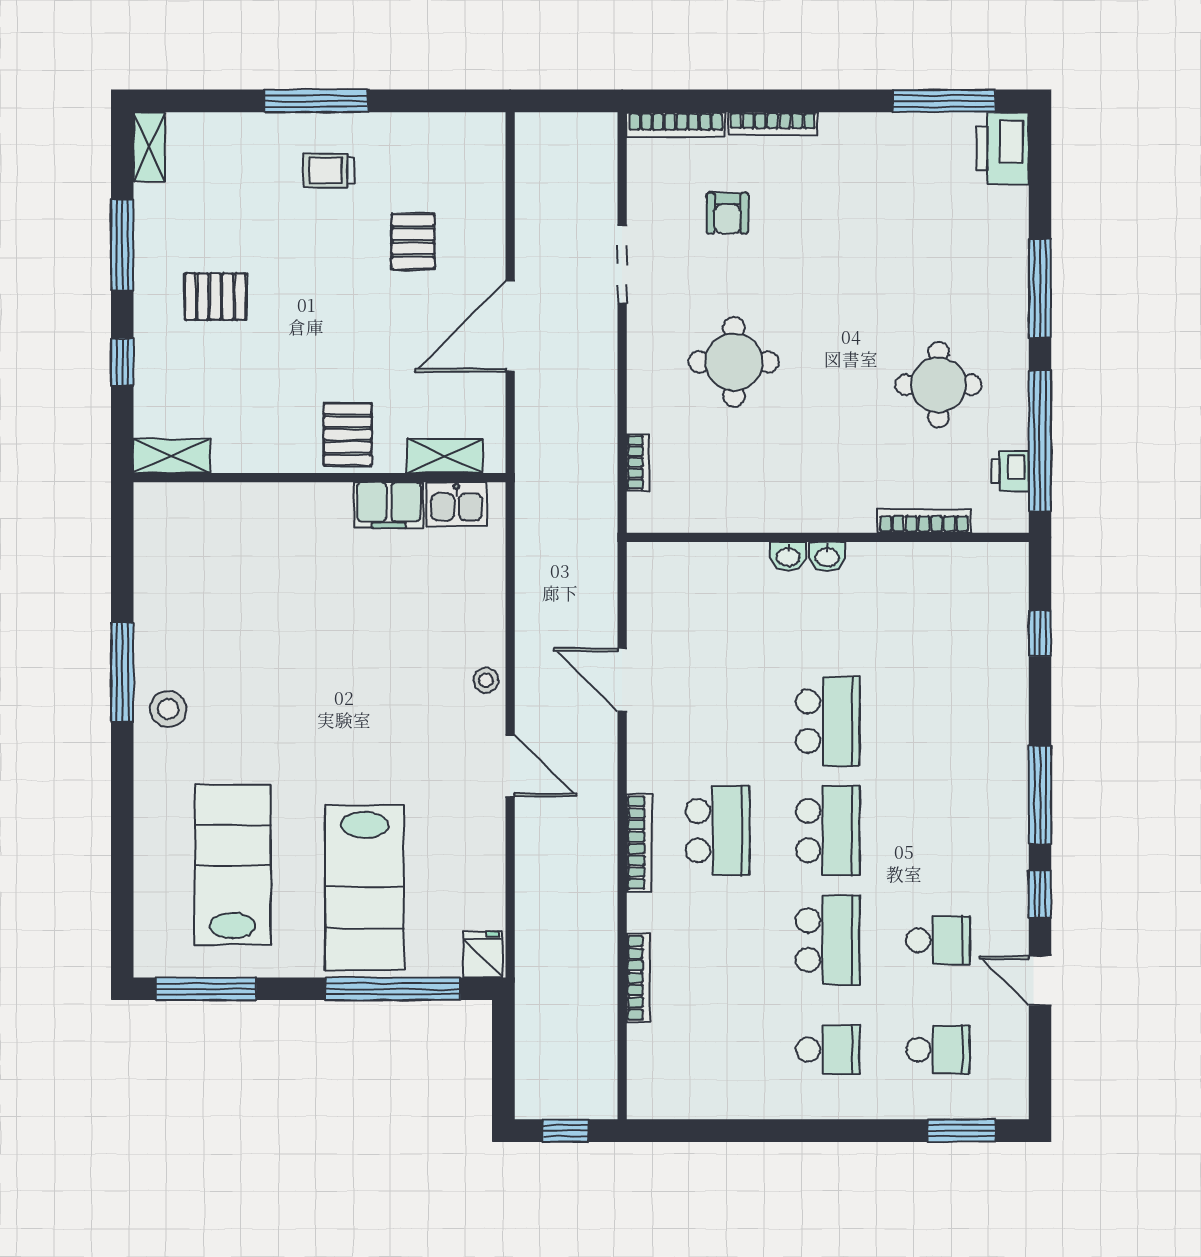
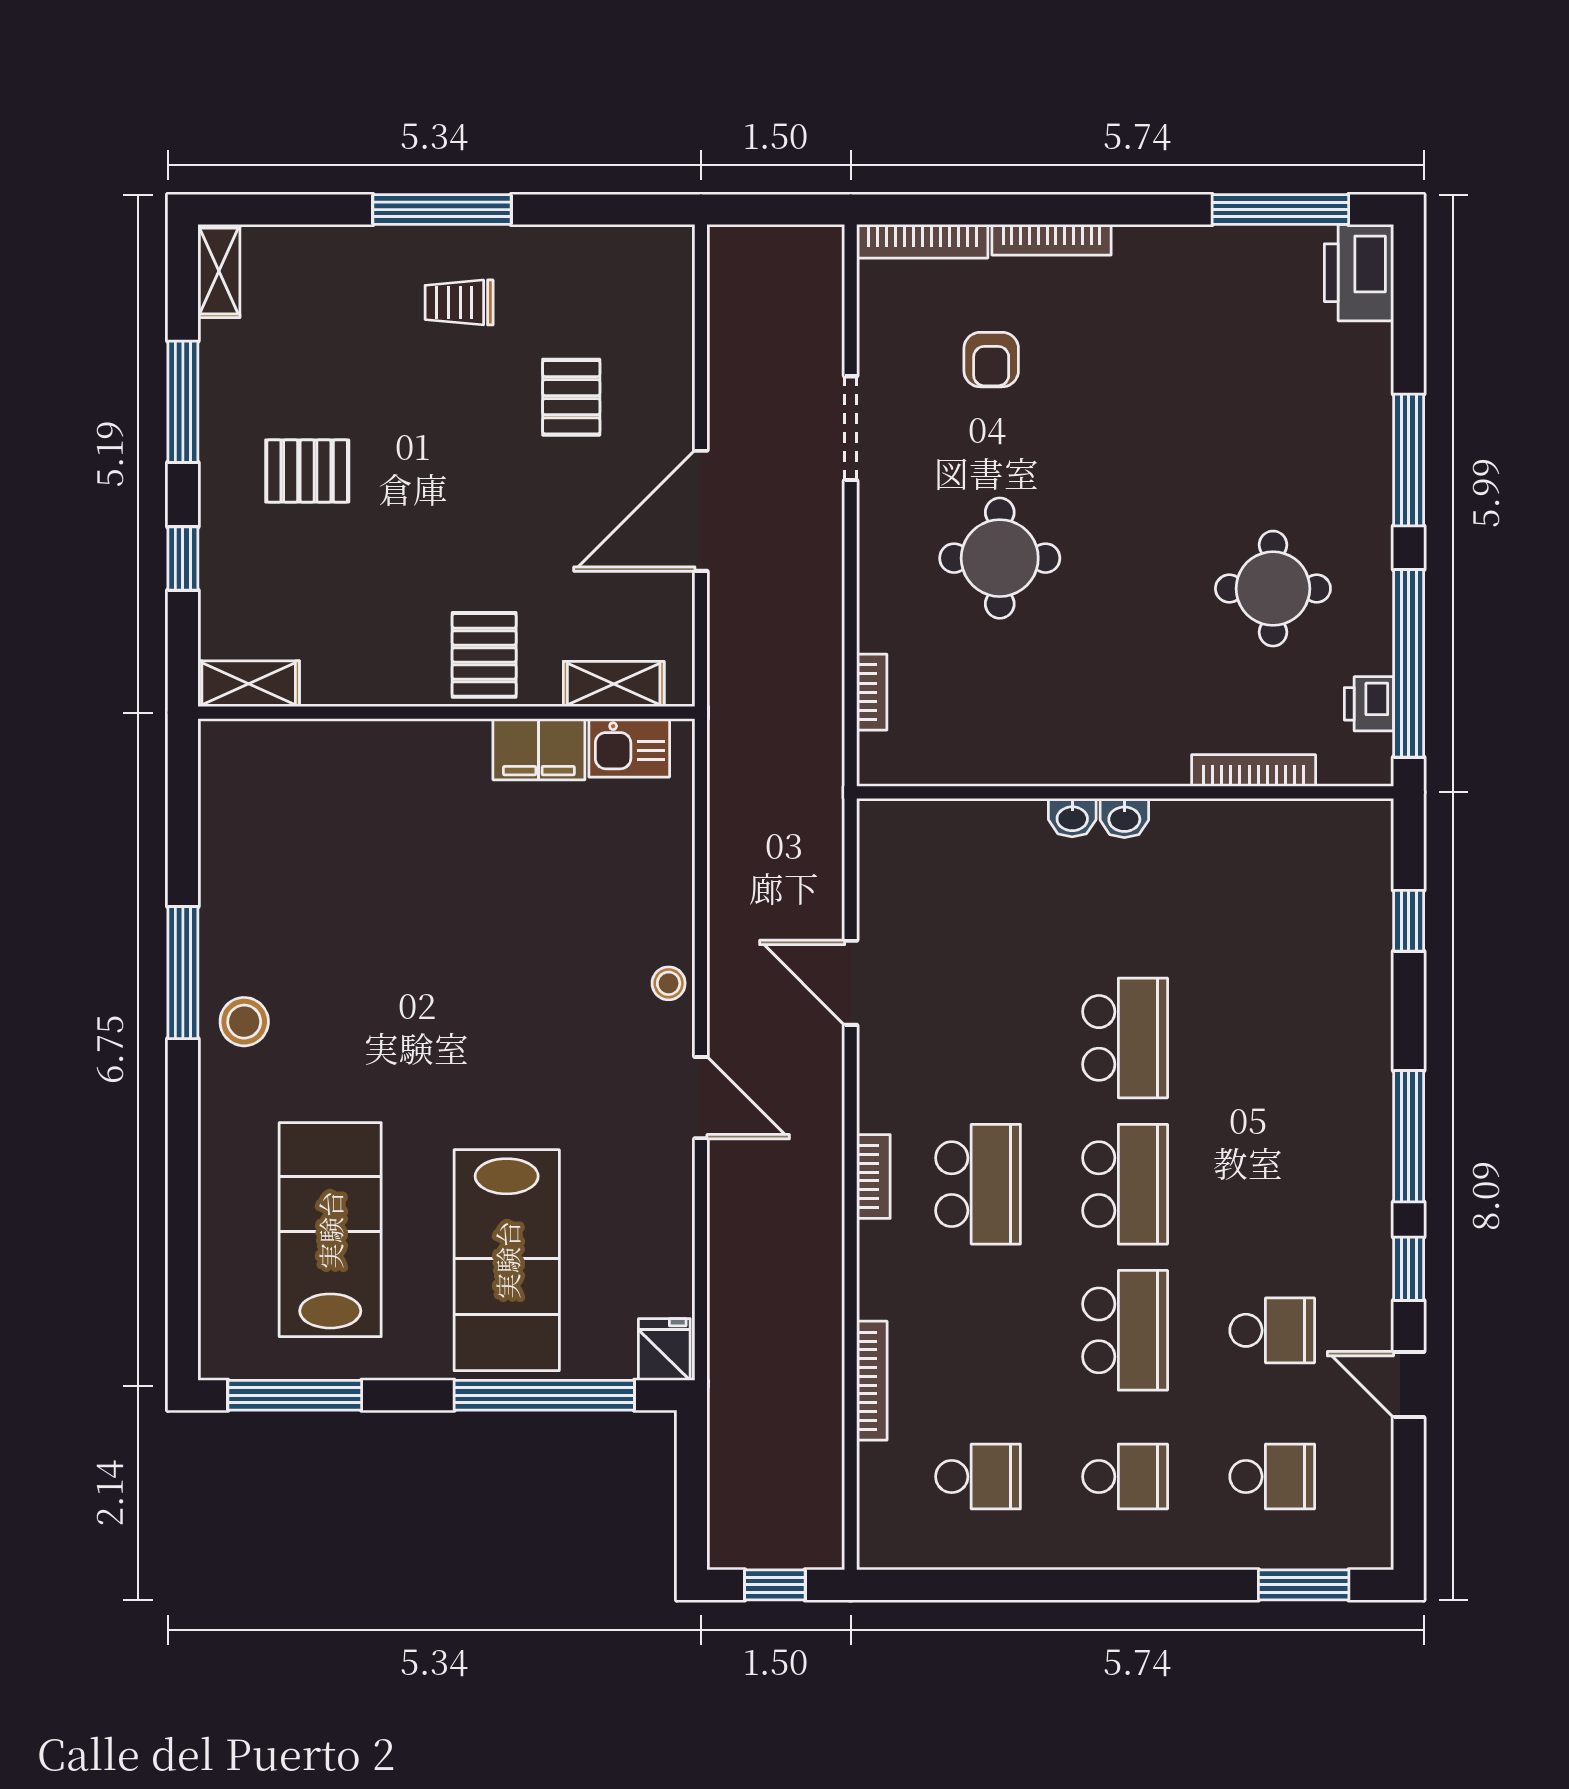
bookcase: (639, 843) -> (873, 1177), width x0.64
school desk: (718, 1050) -> (978, 1477), added

